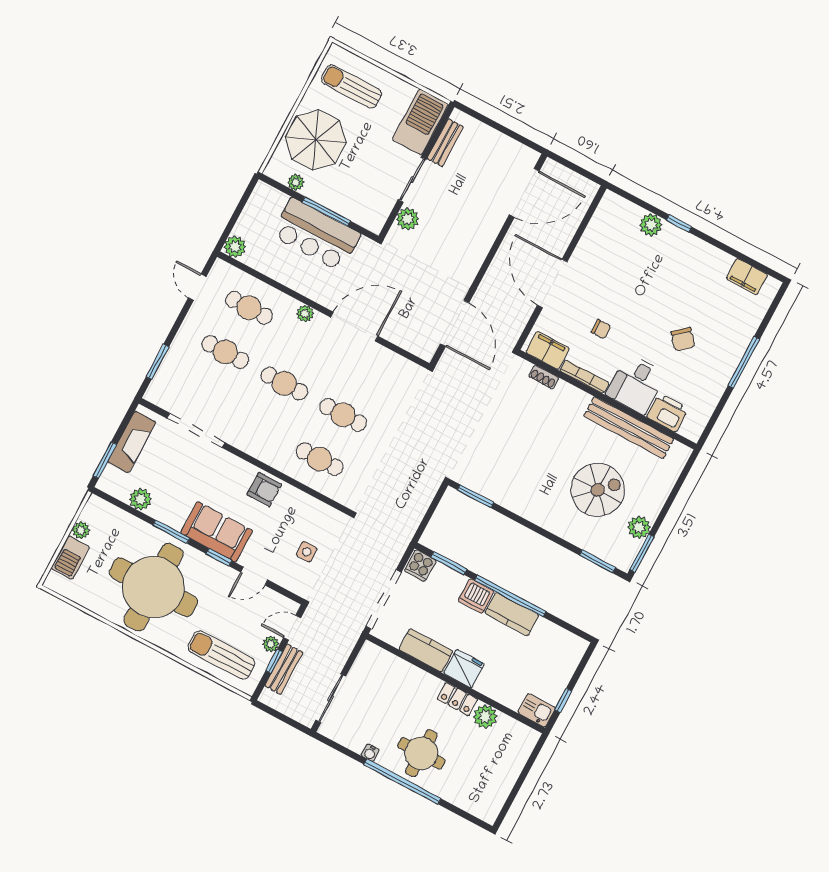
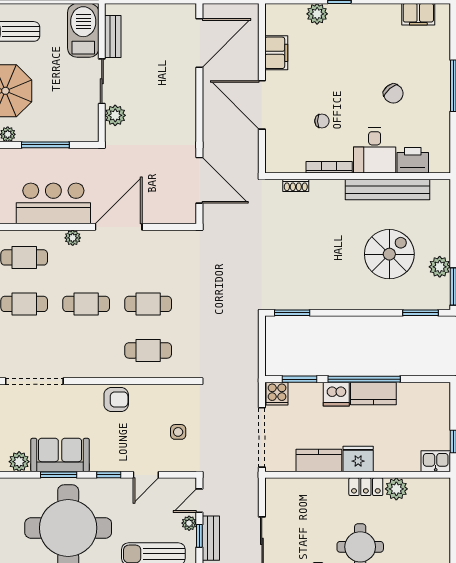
bar counter: (316, 235) -> (53, 203), moved, turned 180
filing cabinet: (548, 350) -> (276, 53), moved, turned 90
sofa: (217, 532) -> (60, 455), moved

